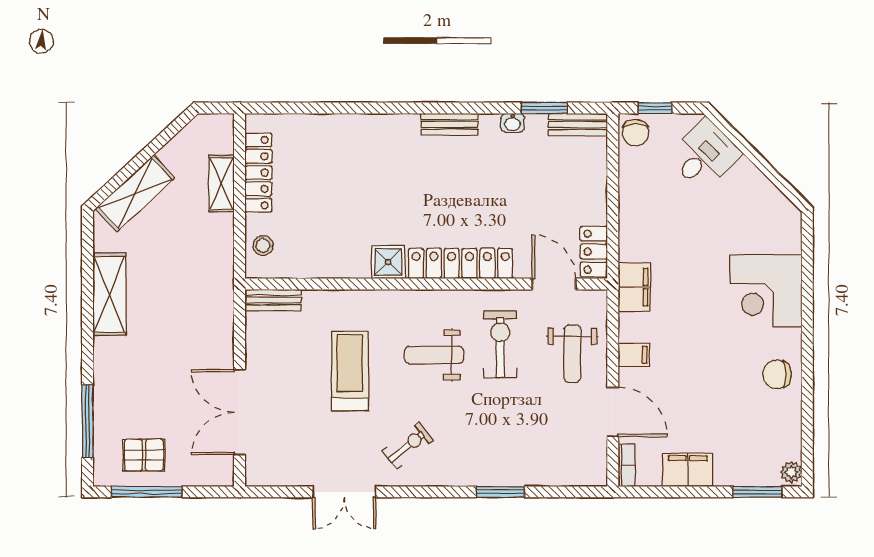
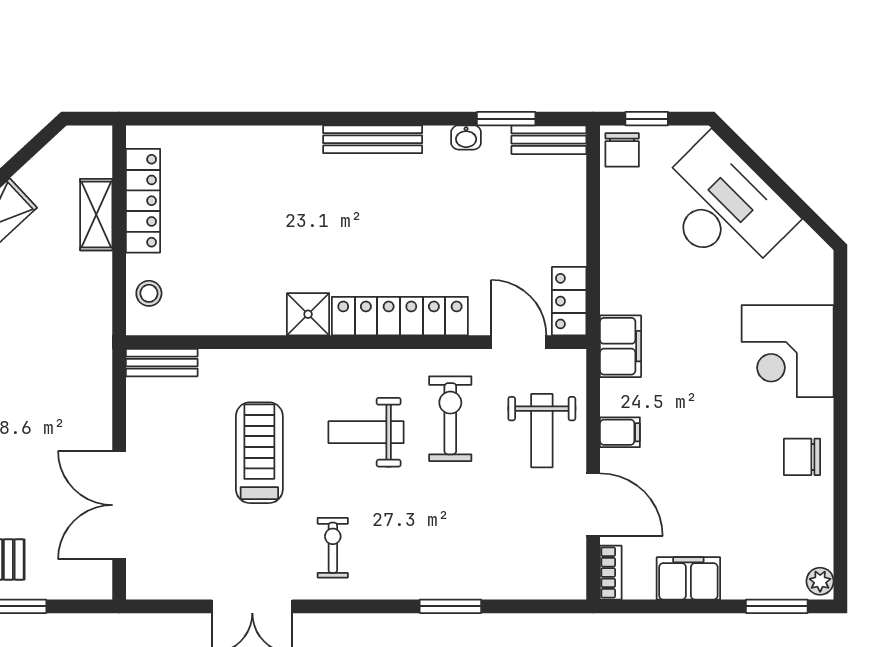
bench: (450, 124) -> (373, 139), width x1.36
desk: (704, 155) -> (723, 207), width x1.87, depth x1.30
exercise bike: (408, 446) -> (333, 548), turned -52

